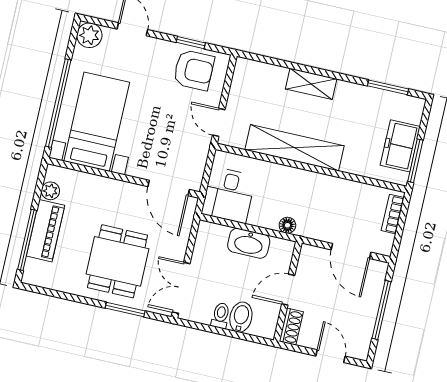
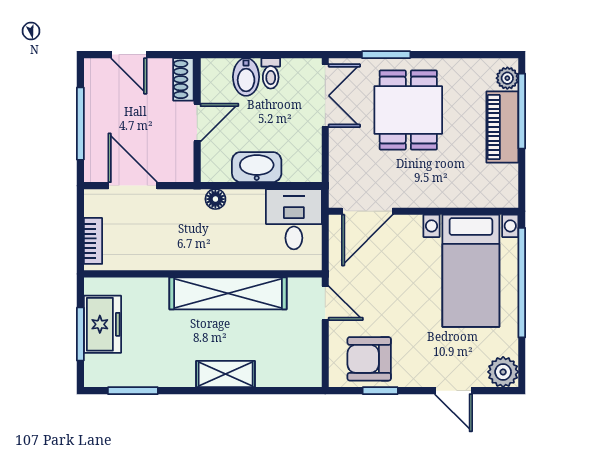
window: (415, 161) -> (80, 334), moved
door: (169, 188) -> (367, 211), swing flipped
plant: (50, 191) -> (507, 78), moved

